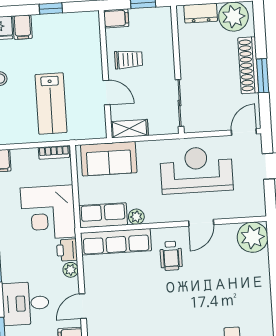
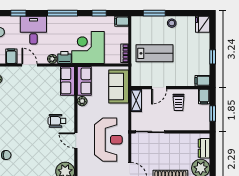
filing cabinet: (22, 27) -> (202, 81), moved
lab bench: (51, 104) -> (155, 53), turned 180
row of seats: (116, 242) -> (68, 81), width x0.68

